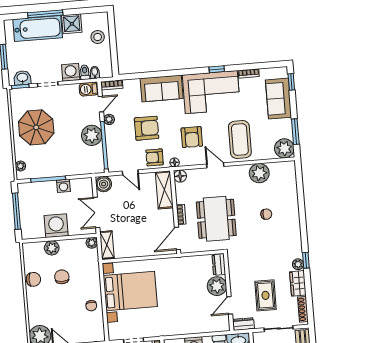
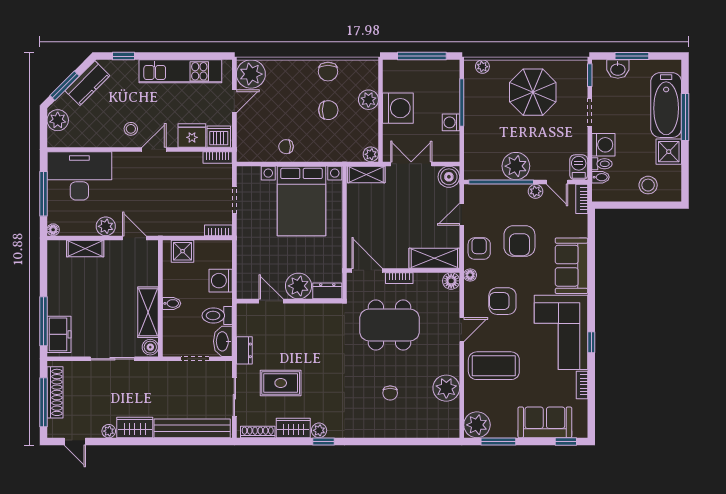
washbasin: (22, 78) -> (618, 69), moved, turned 90
dresser: (219, 265) -> (327, 291), moved
plant: (217, 286) -> (299, 286), moved
wall: (229, 292) -> (289, 301), moved
door: (230, 305) -> (271, 301), moved

